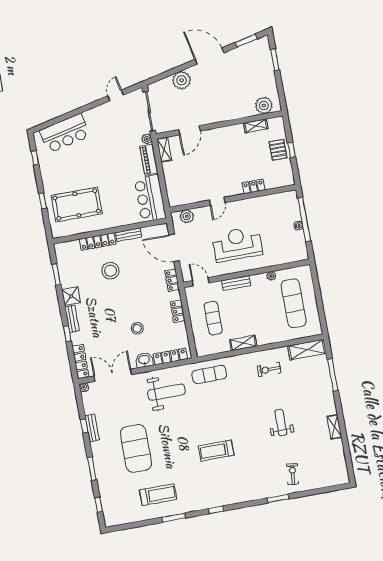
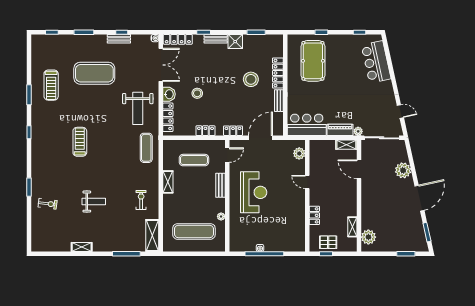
locker: (253, 186) -> (314, 215), moved
wall: (233, 198) -> (307, 196), moved
door: (217, 201) -> (307, 182), moved
plant: (187, 216) -> (299, 153), moved

